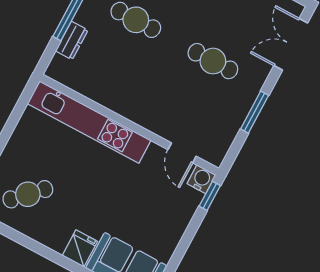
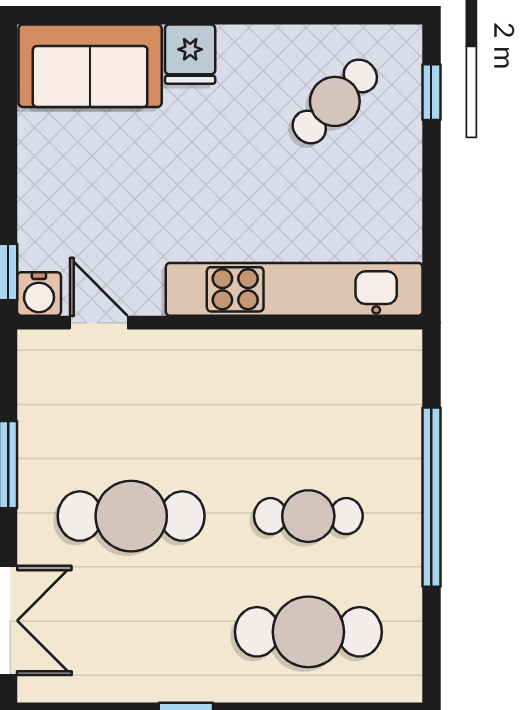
dresser: (72, 40) -> (403, 418), removed
cafe table: (213, 61) -> (131, 516), width x1.37, depth x1.35

